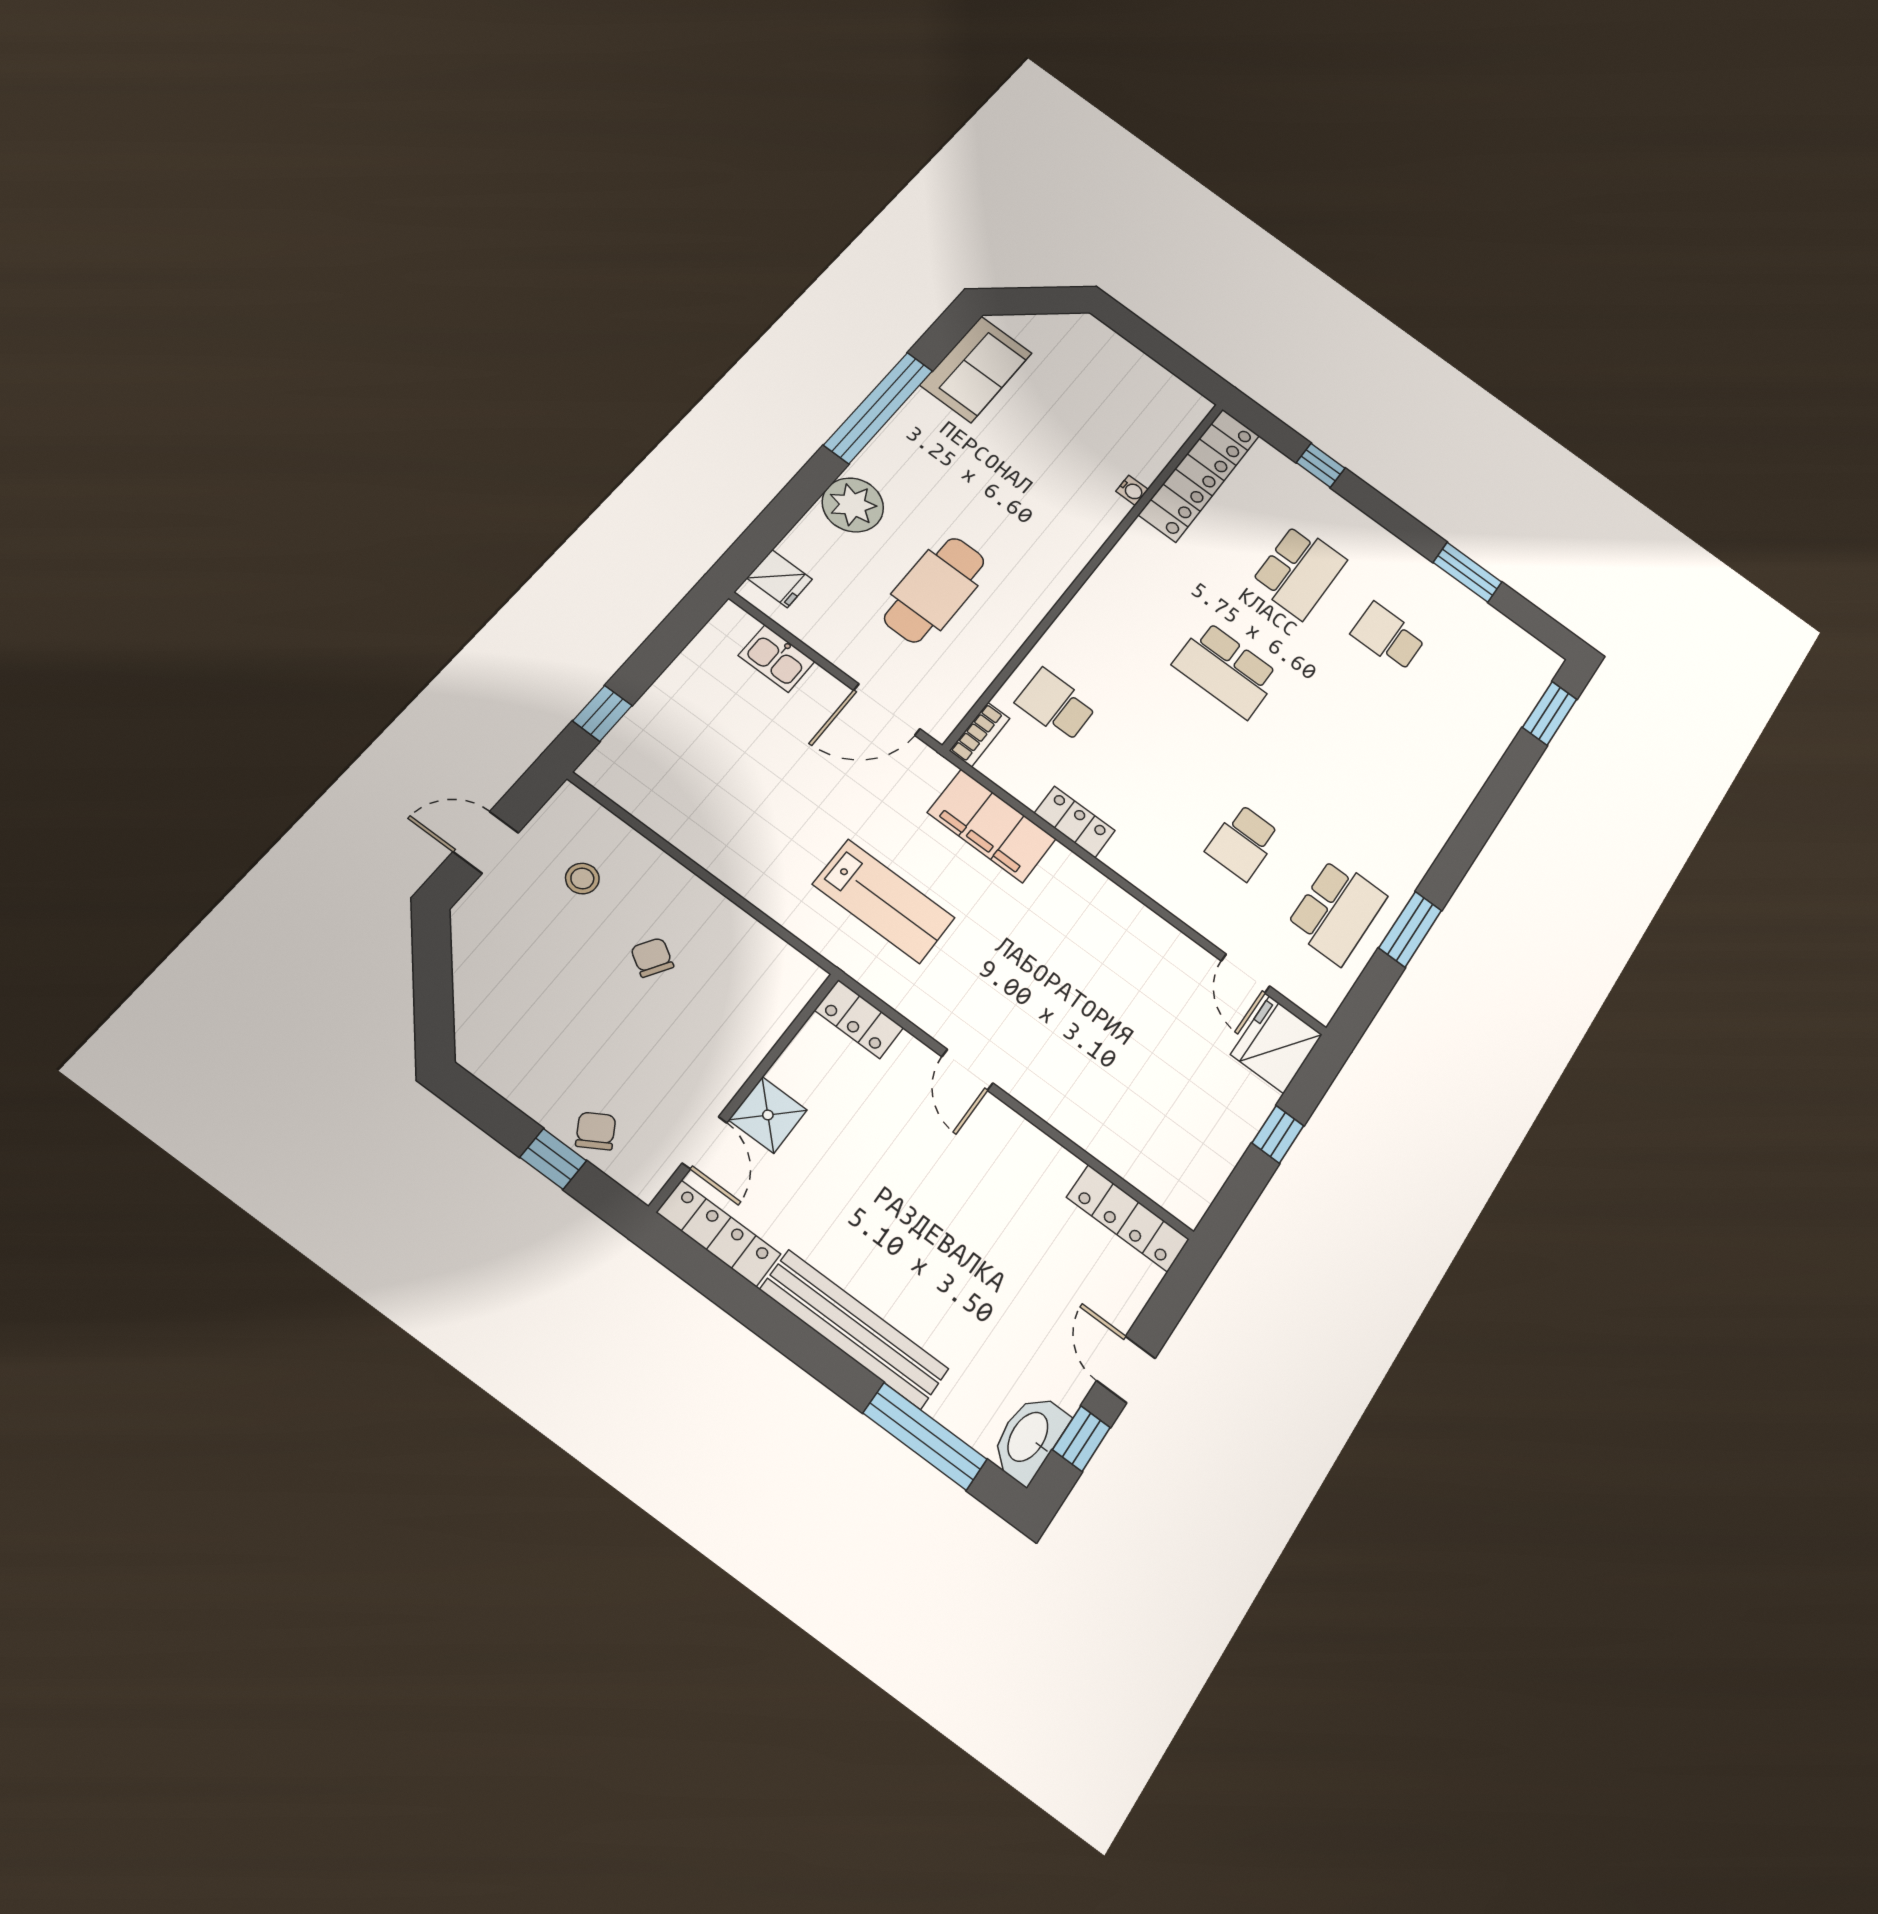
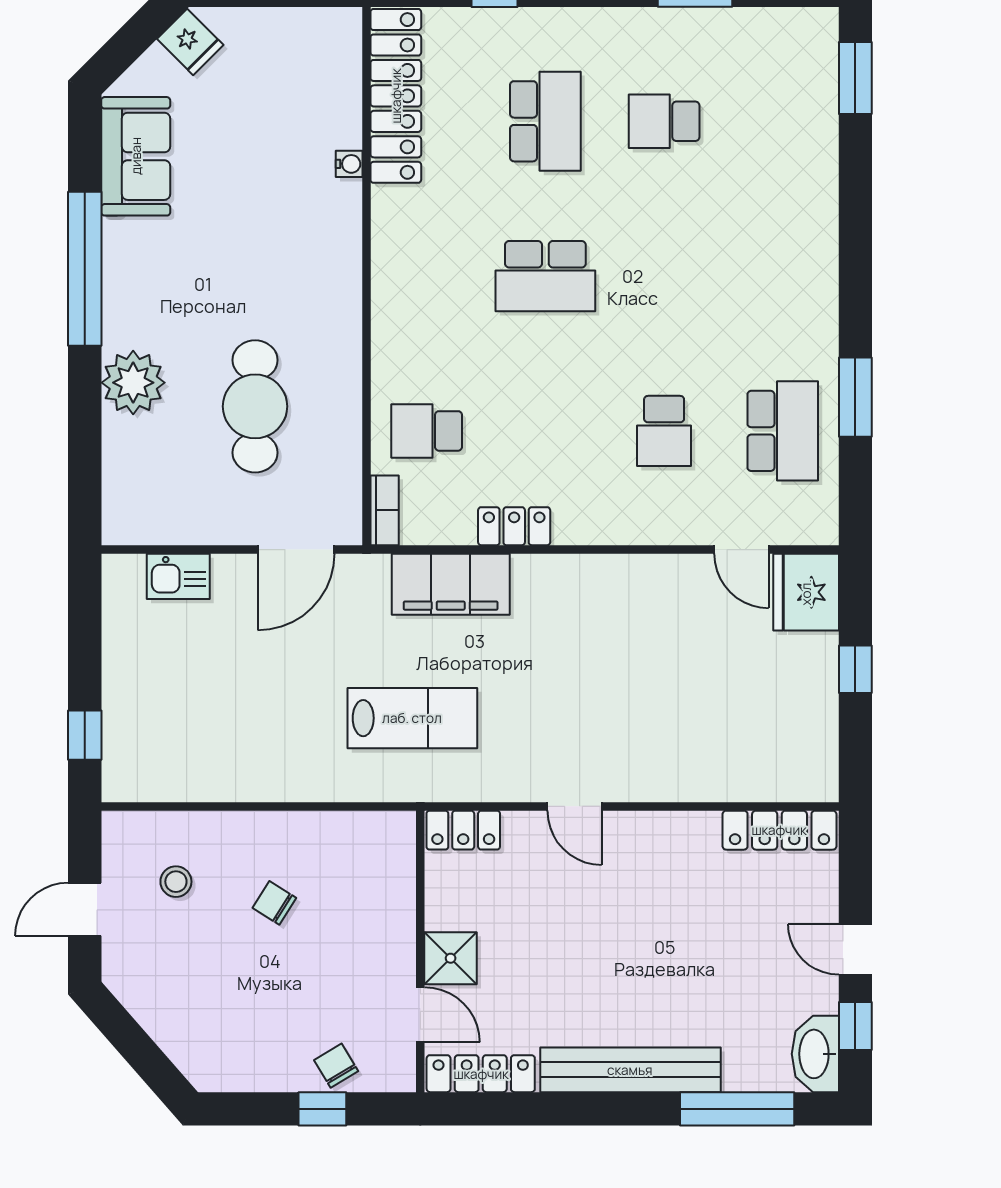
fridge: (780, 579) -> (190, 42), moved, turned 45

